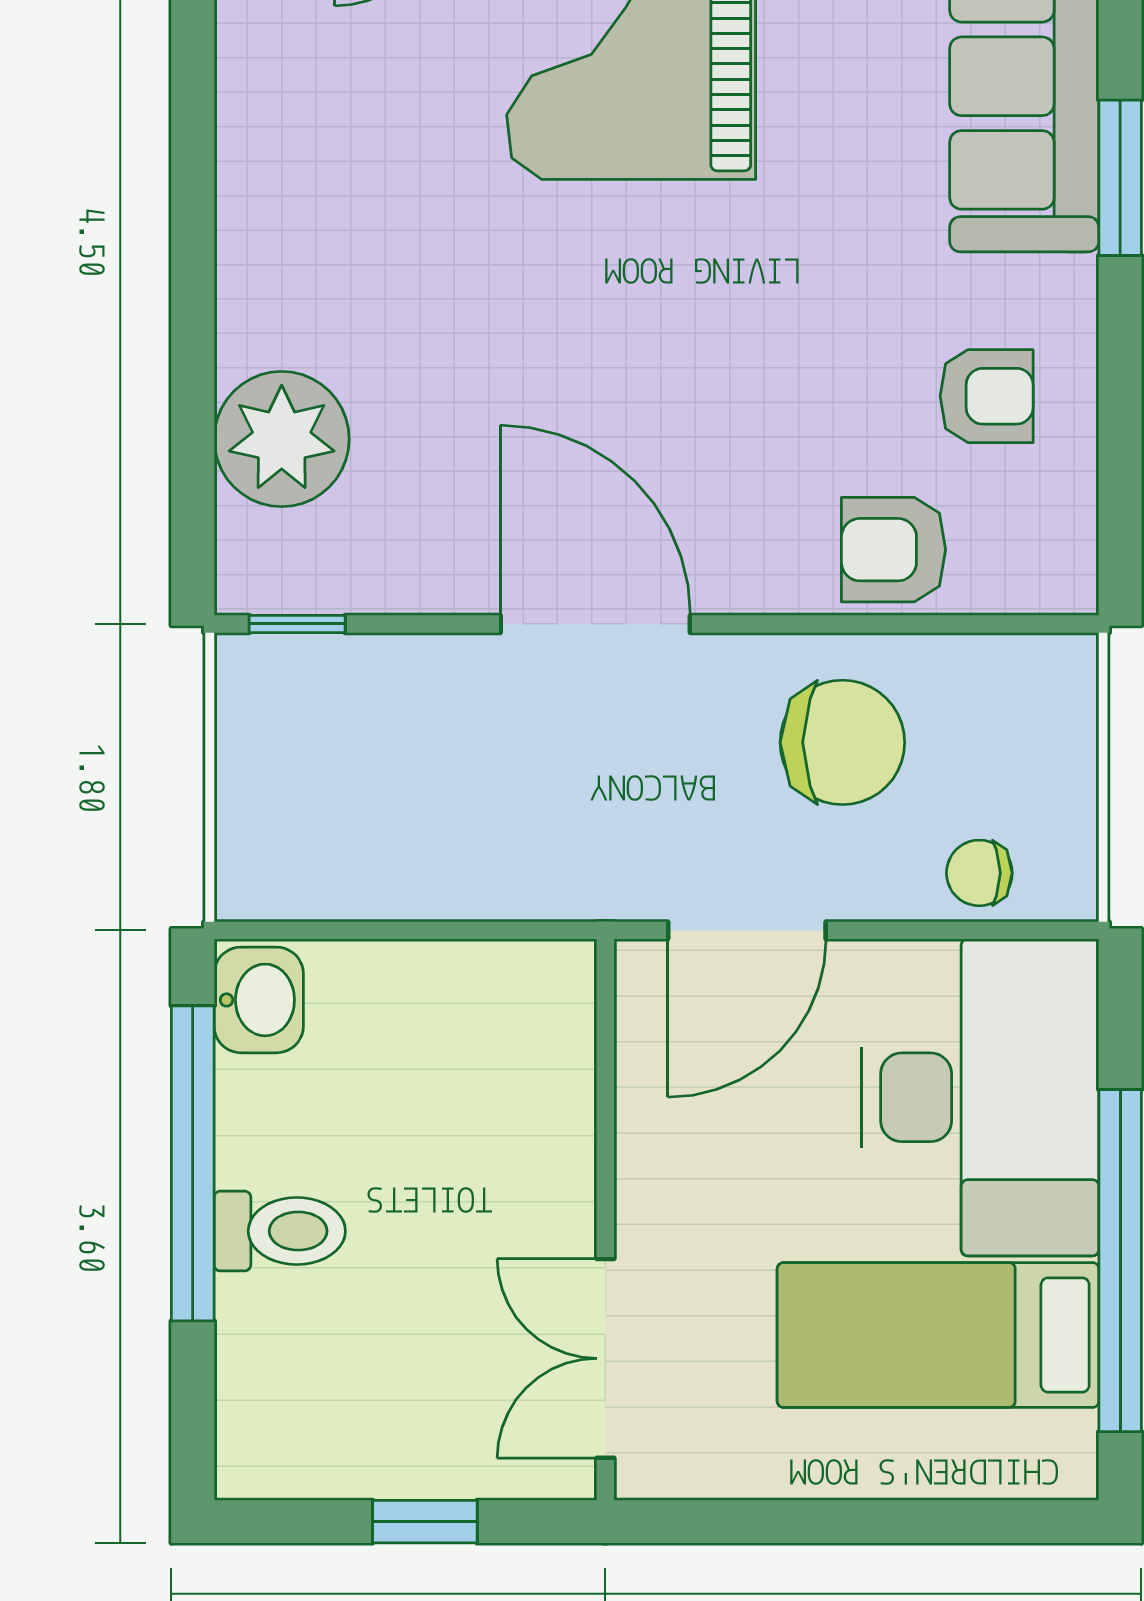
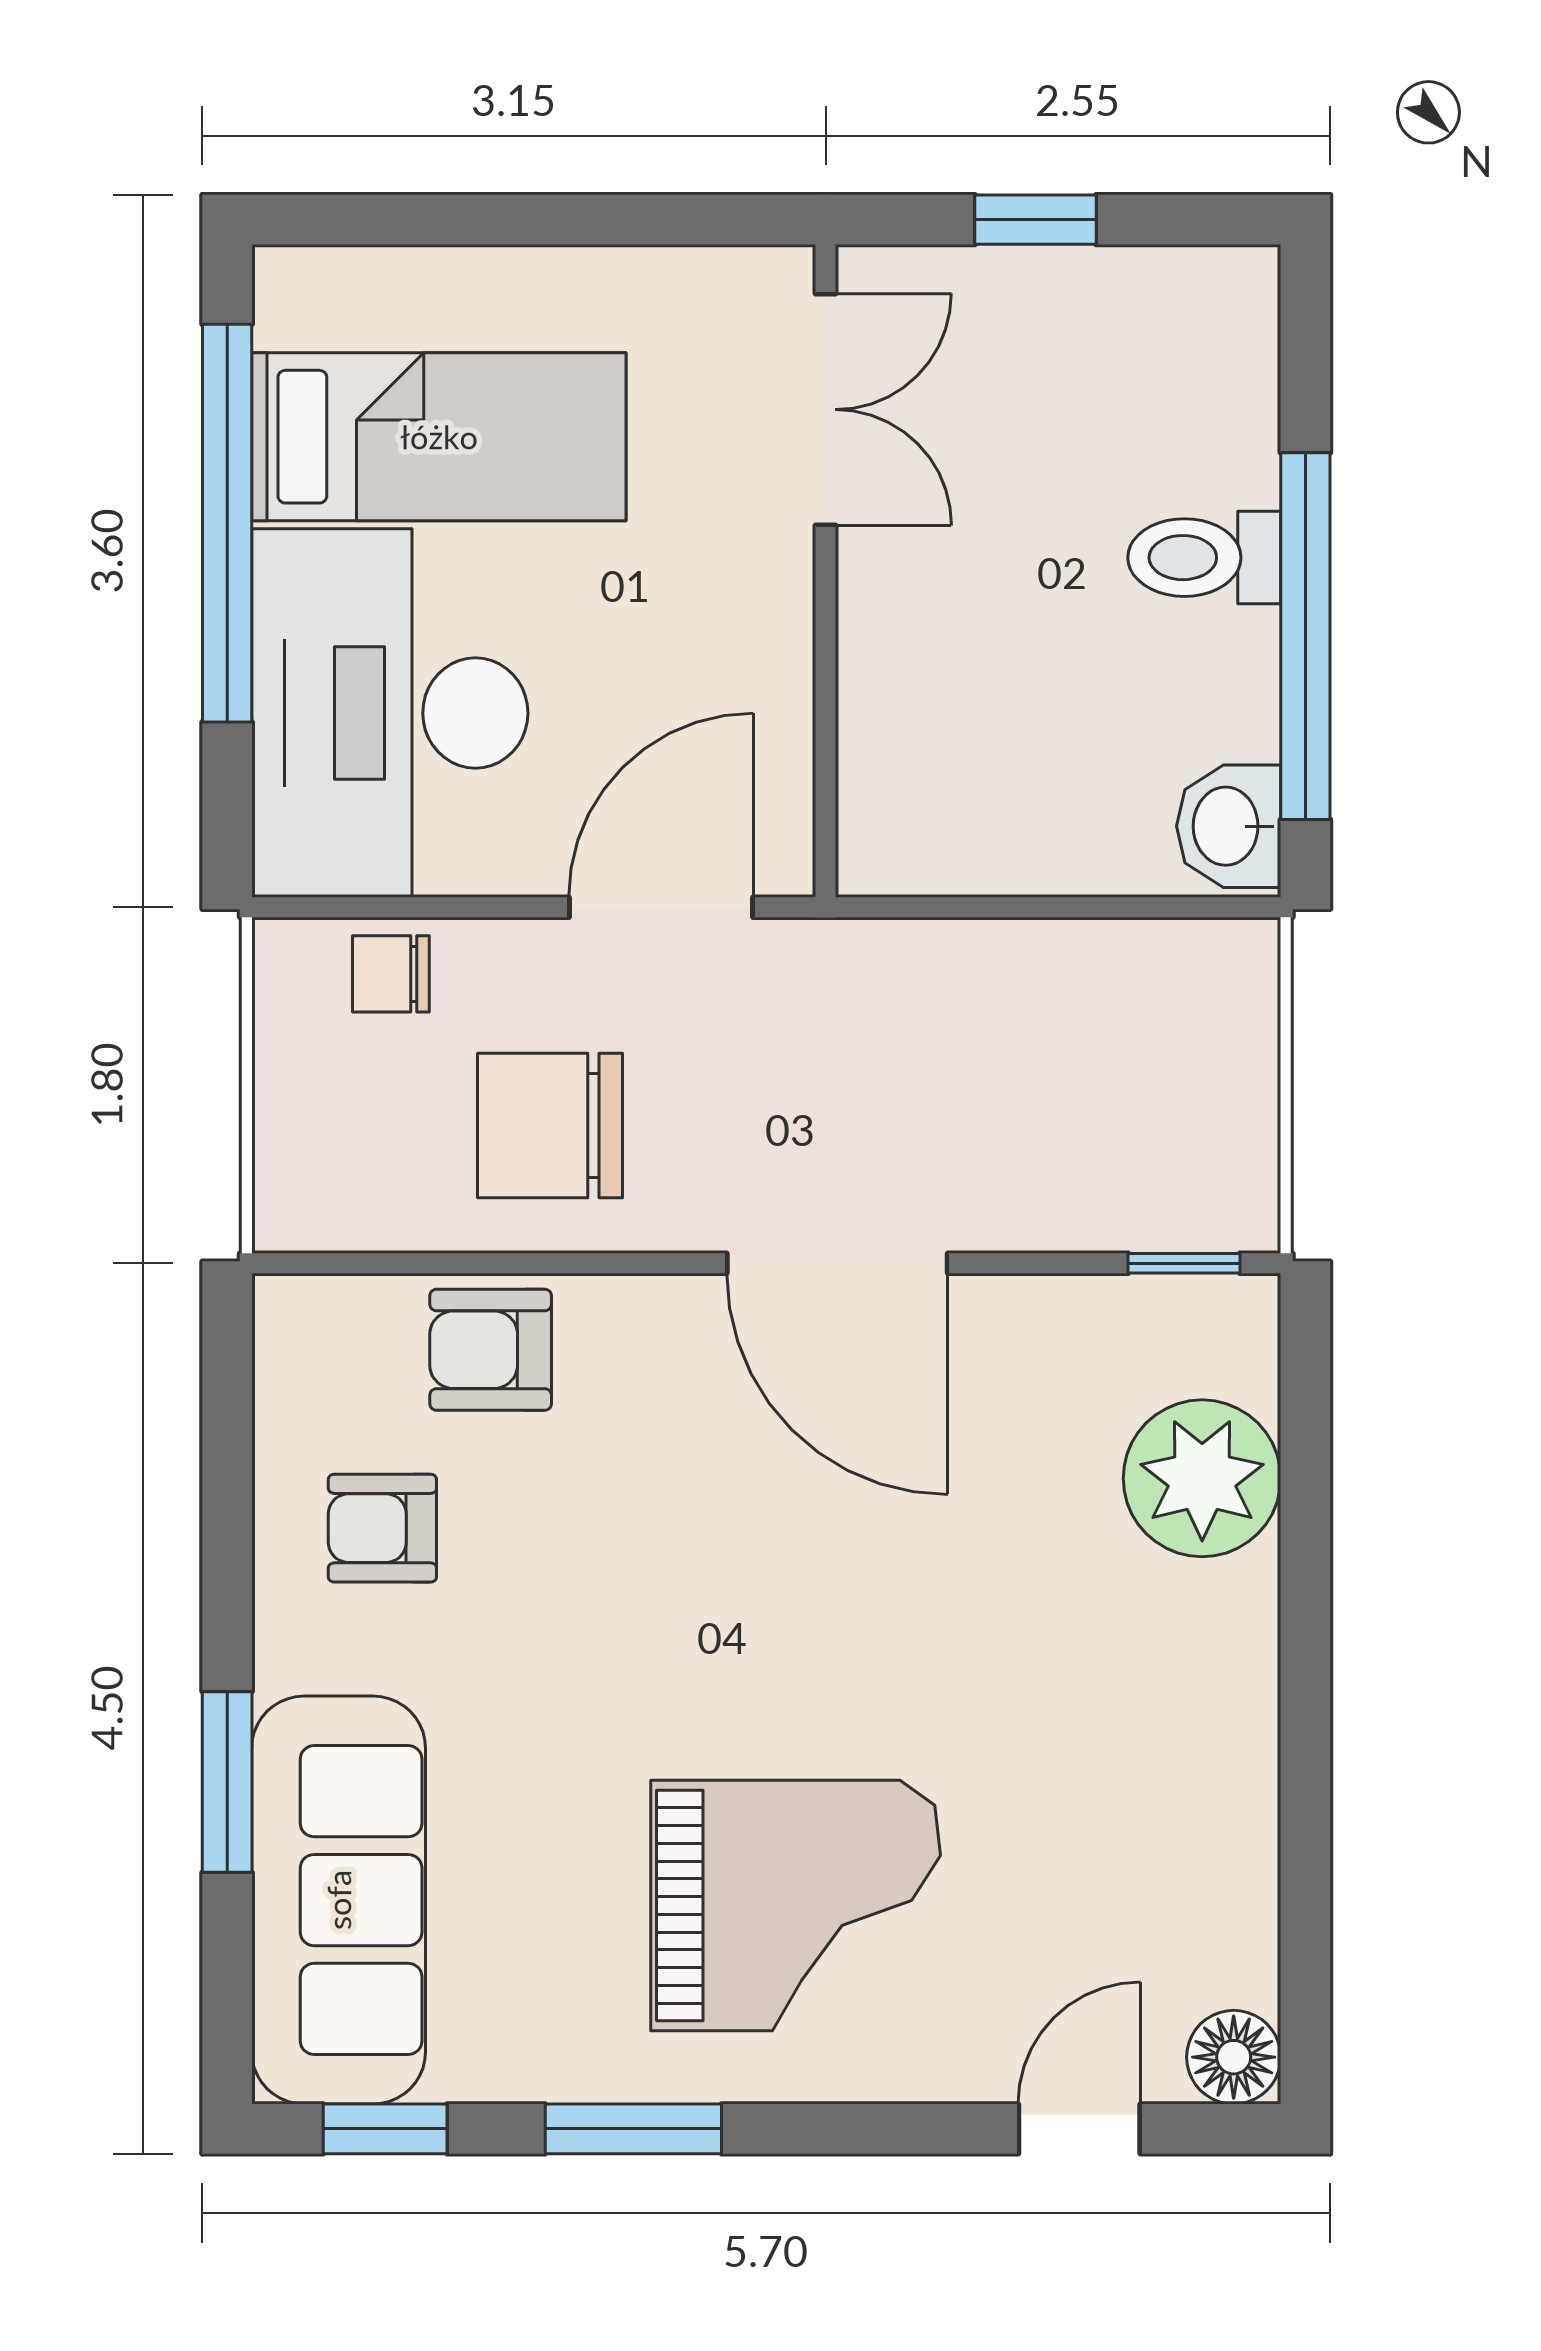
armchair: (894, 550) -> (491, 1350), turned 180
chair: (979, 873) -> (391, 974), turned 180

